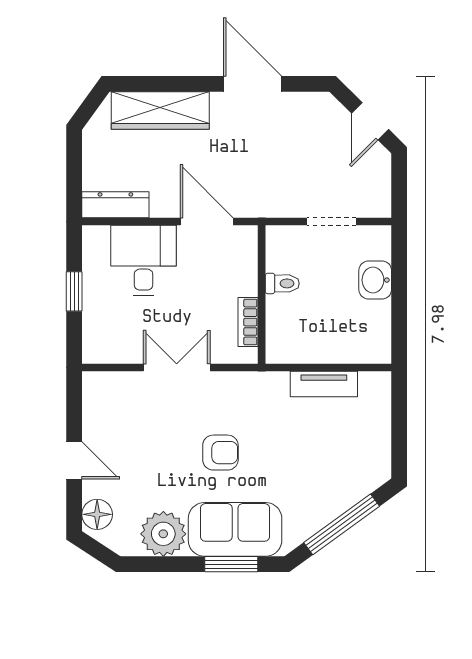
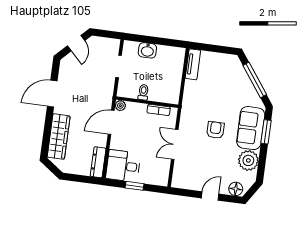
door: (370, 121) -> (76, 43), hinge flipped
plant: (246, 237) -> (120, 106), added
desk: (143, 260) -> (123, 166), moved
tv unit: (324, 384) -> (193, 64), moved

